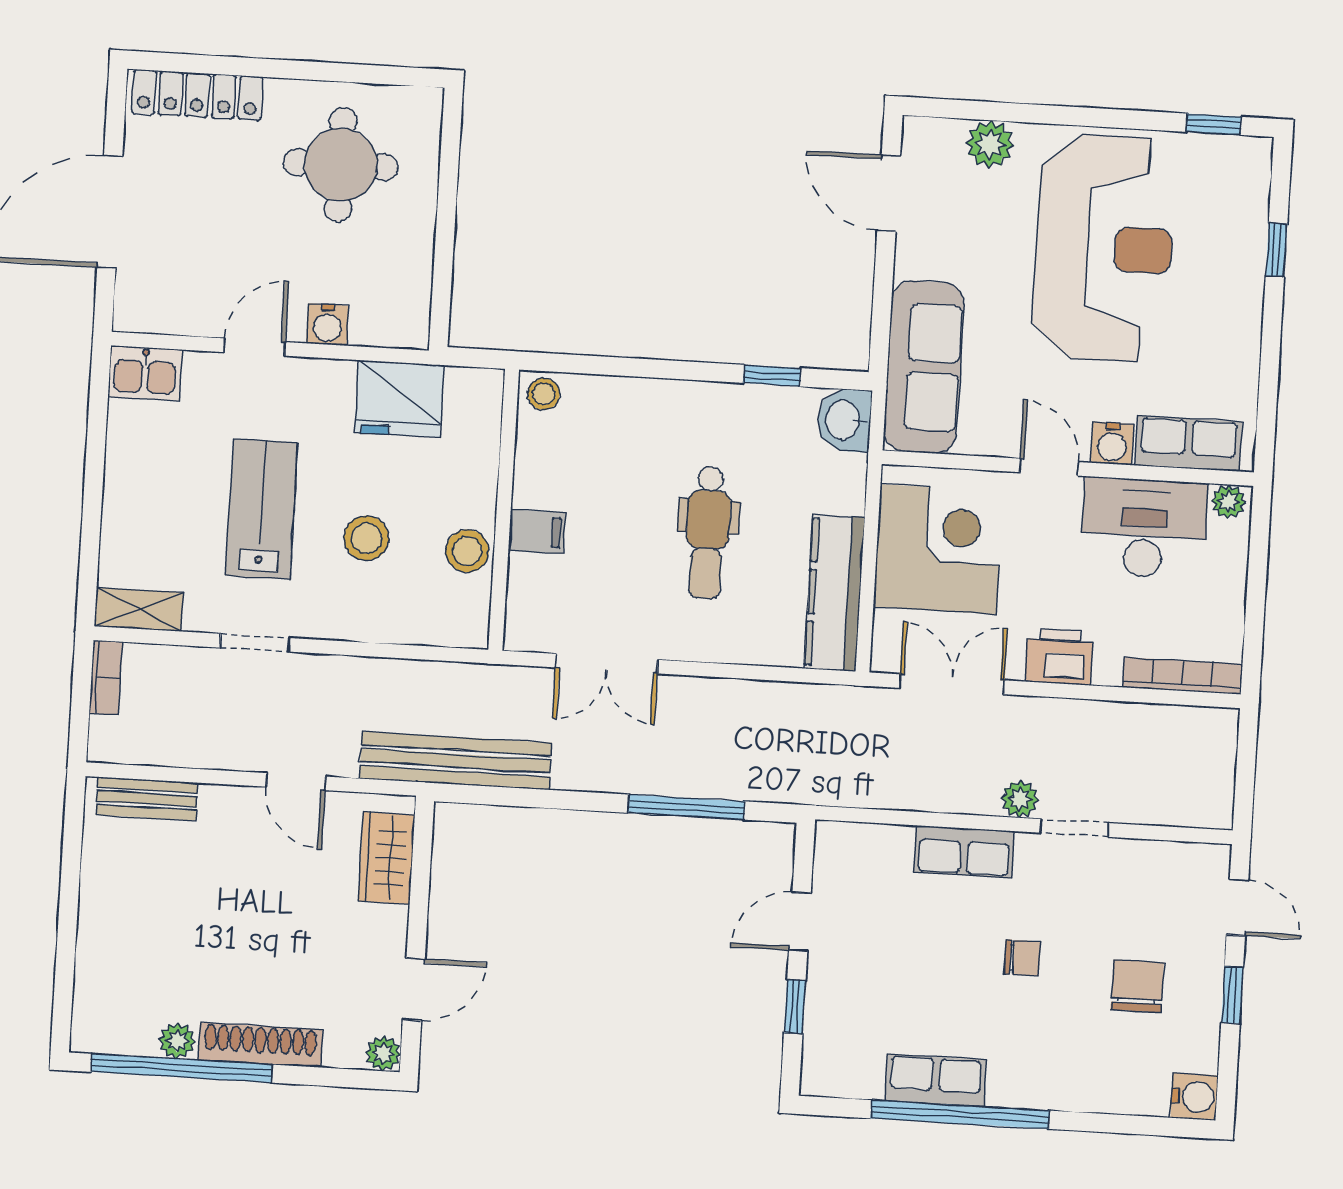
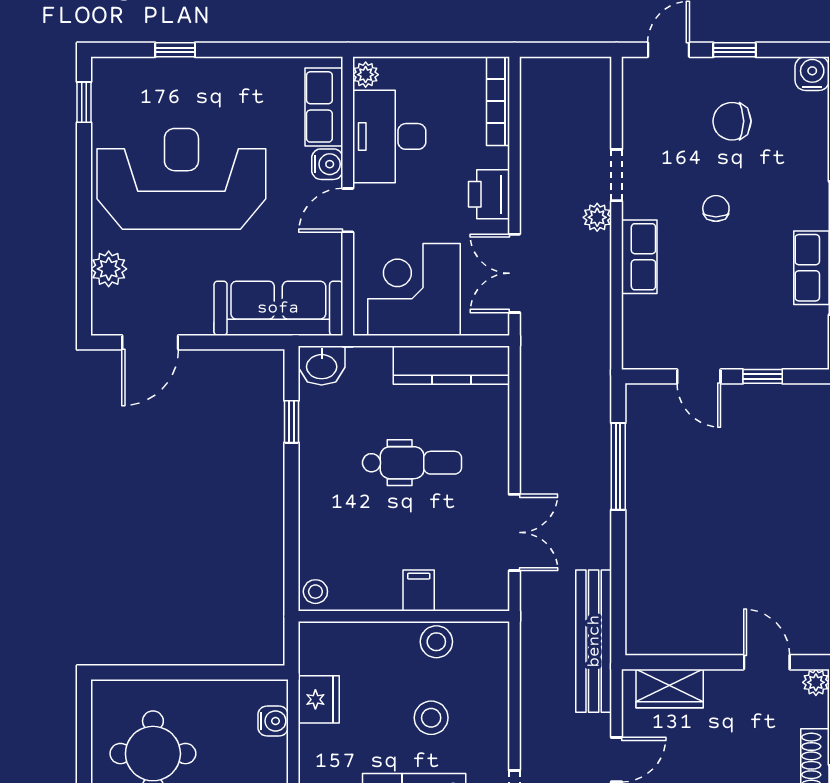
water cooler: (327, 324) -> (273, 721), moved
fridge: (399, 399) -> (319, 699), width x0.73, depth x0.75

